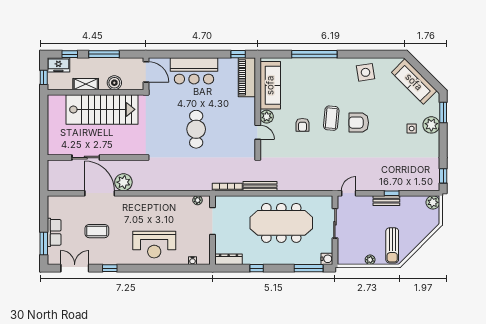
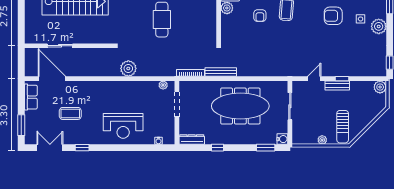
armchair: (359, 123) -> (333, 16), moved
plant: (431, 125) -> (379, 26), moved
door: (258, 132) -> (219, 22), removed
plant: (123, 182) -> (128, 68), moved
door: (100, 193) -> (52, 79), moved
door: (349, 193) -> (314, 79), moved
row of seats: (54, 232) -> (31, 97), moved
window: (309, 268) -> (266, 148), width x0.69

